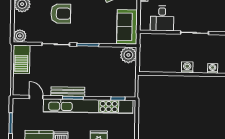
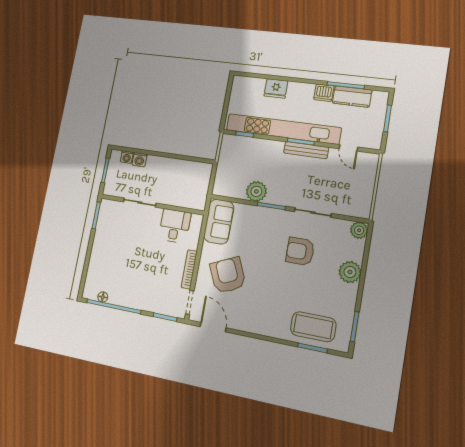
plant: (128, 55) -> (256, 191), moved
barbecue: (21, 59) -> (361, 199), removed
washing machine: (187, 67) -> (139, 160), moved

